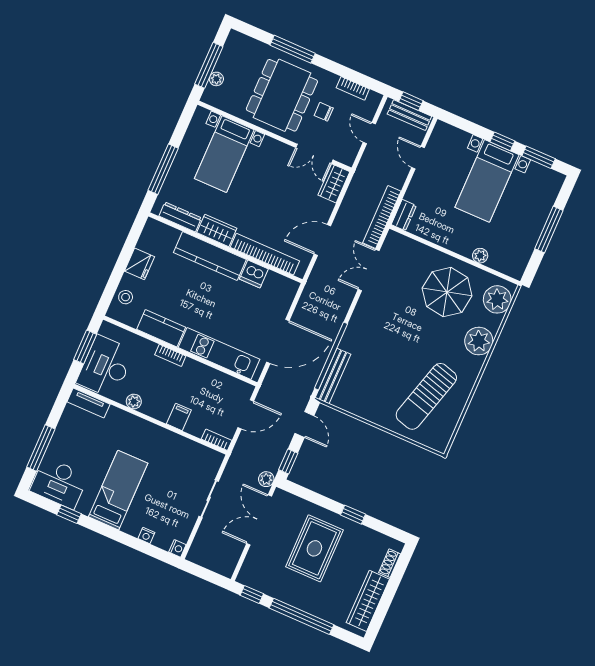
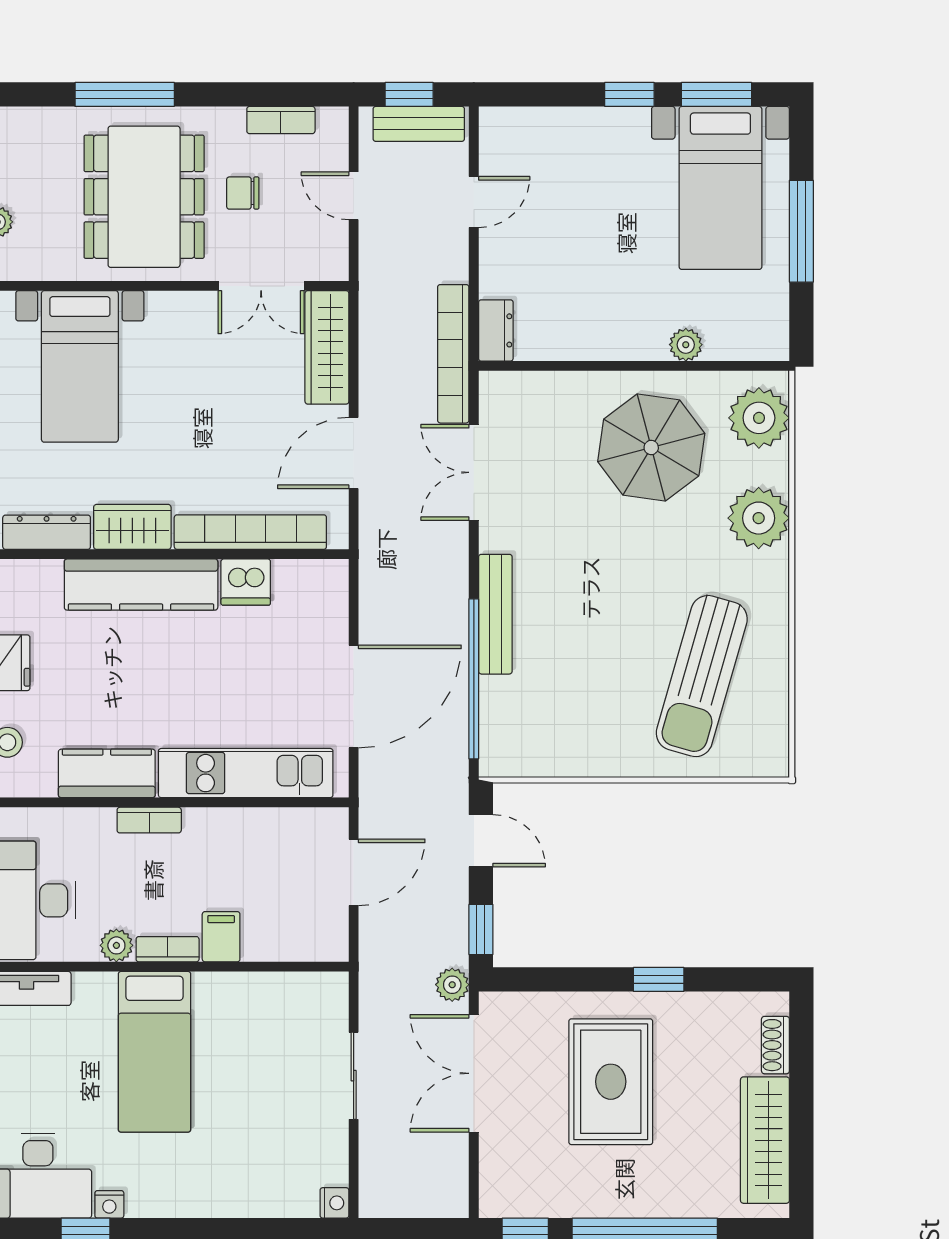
door: (418, 158) -> (474, 202), swing flipped
bed with nightstands: (487, 181) -> (720, 188), moved
wardrobe: (334, 183) -> (327, 347), width x1.50
bench: (333, 376) -> (495, 614), moved
bookcase: (217, 440) -> (168, 949), moved
bed: (118, 490) -> (154, 1052), moved, turned 180
nightstand: (146, 535) -> (109, 1204), moved

